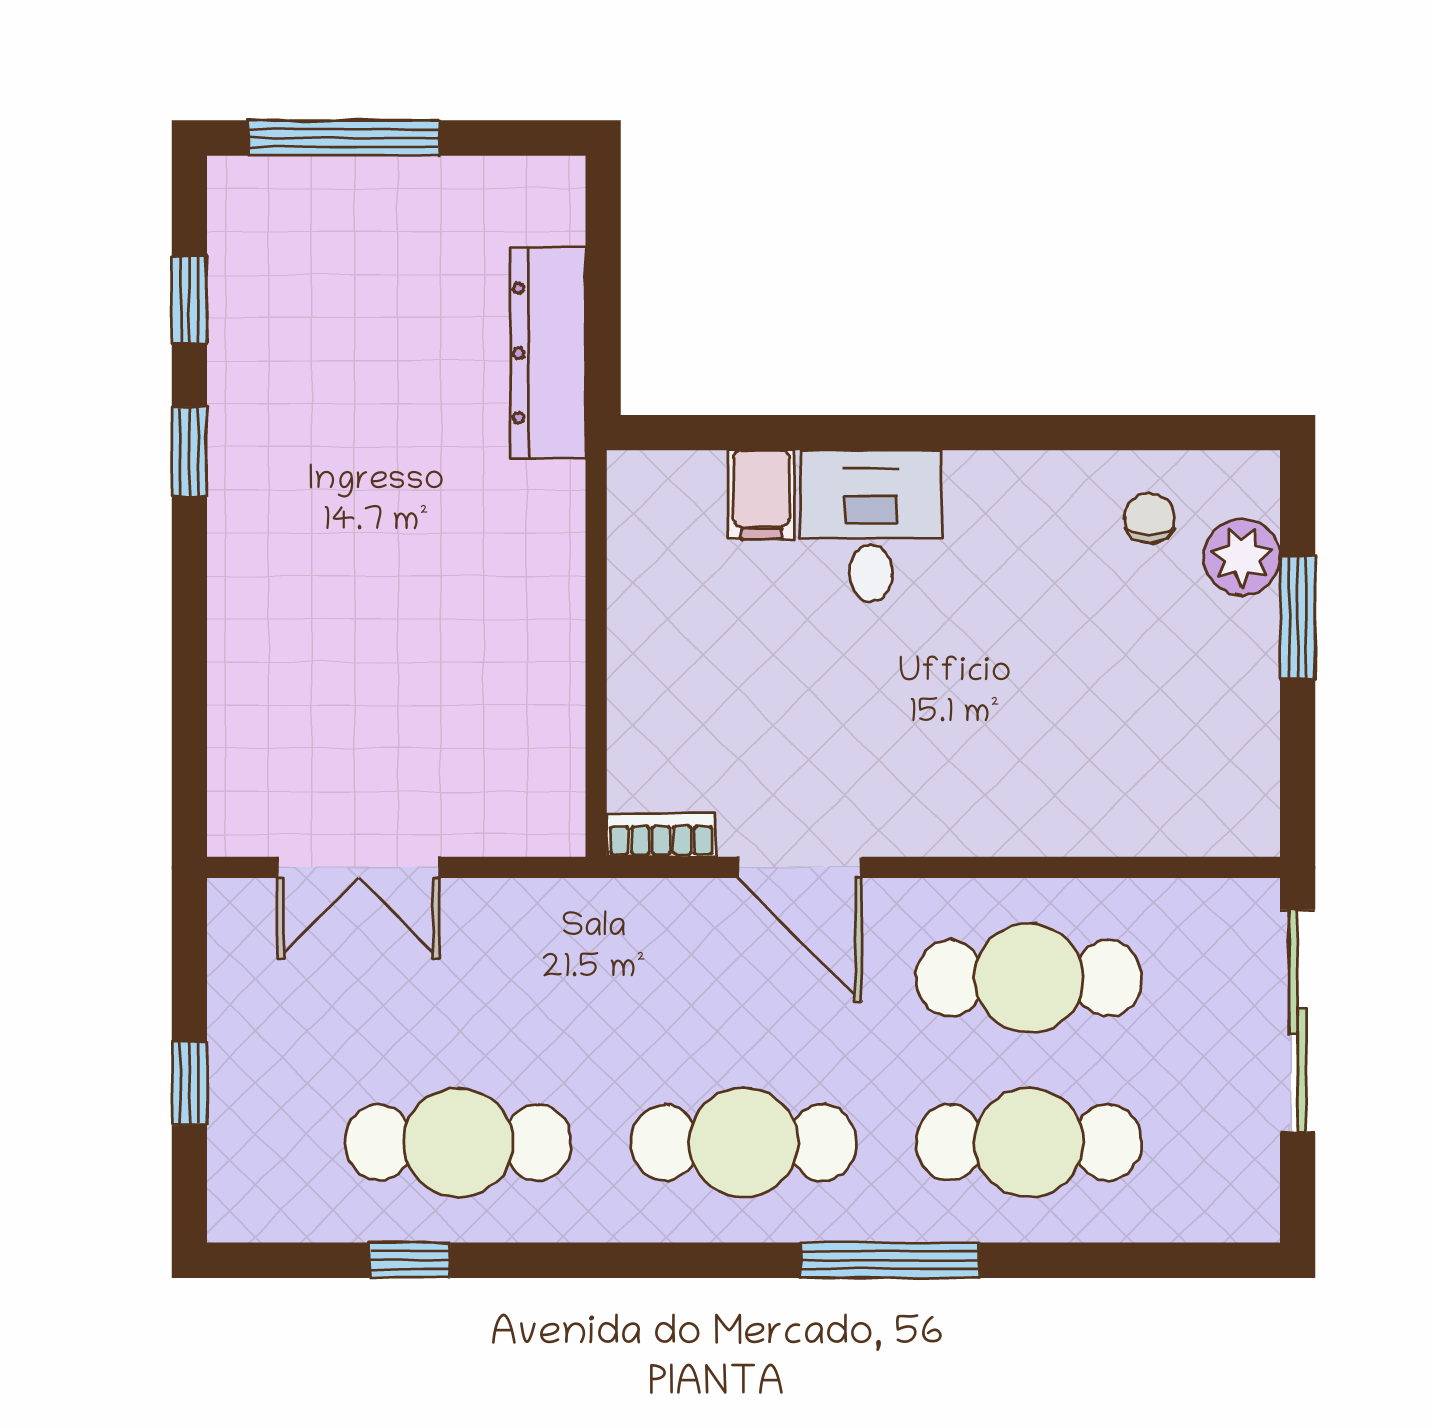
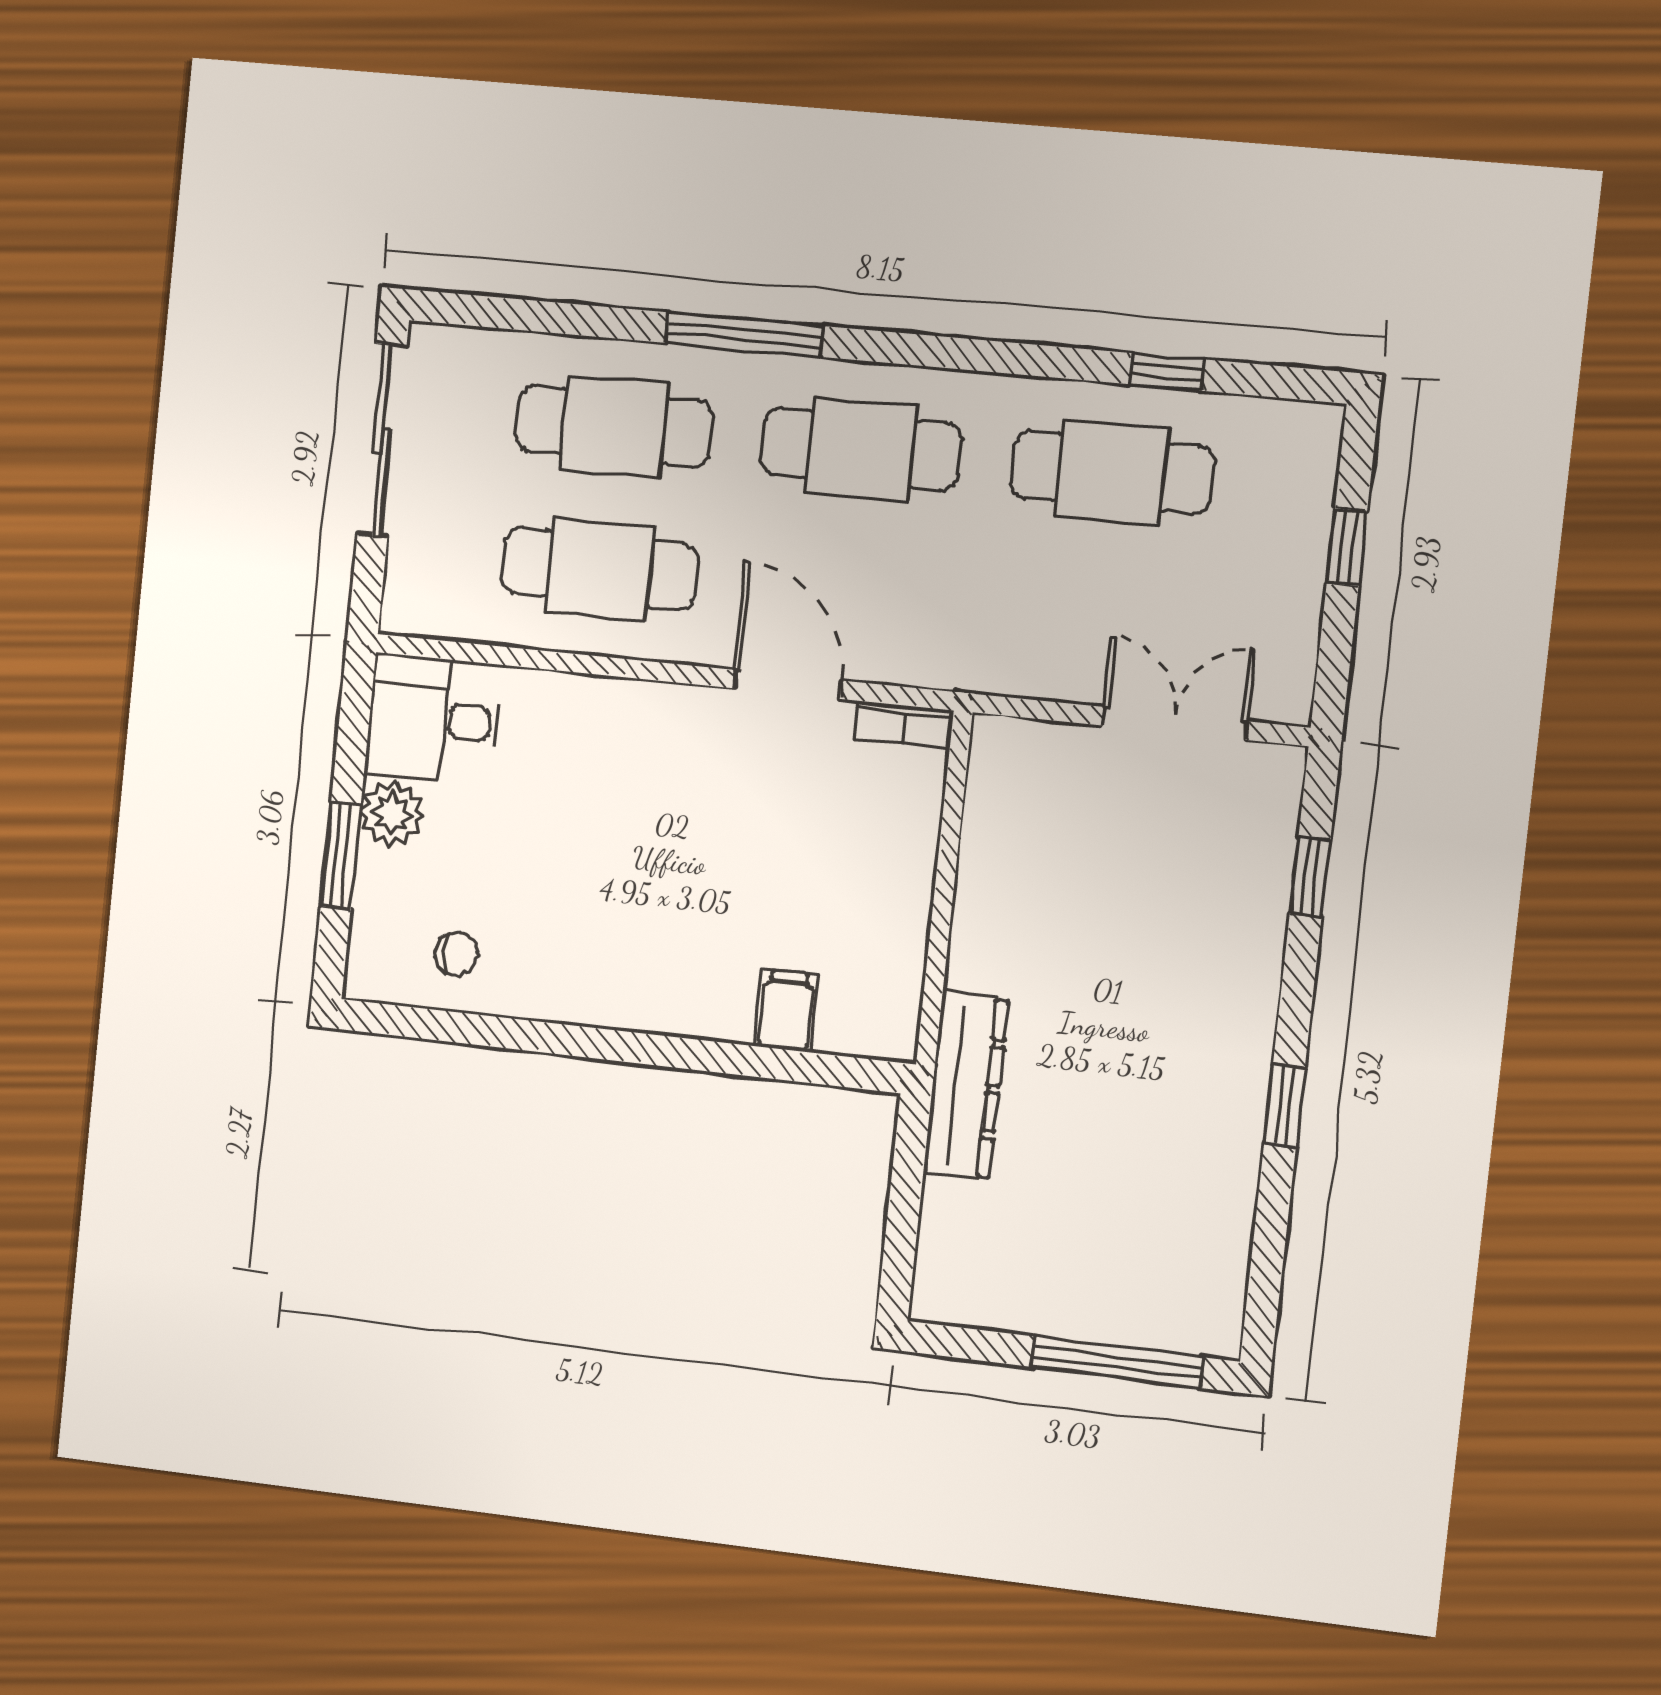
window: (189, 300) -> (1310, 877), moved
dresser: (548, 353) -> (966, 1086), moved
chair: (1150, 518) -> (457, 954), turned -90
desk: (871, 526) -> (434, 719), moved, turned 90
plant: (1242, 557) -> (392, 814), moved
sliding door: (1298, 1021) -> (382, 440), moved

